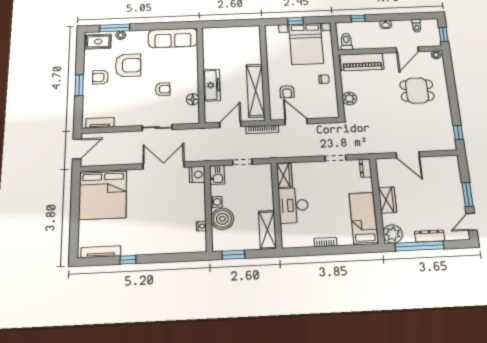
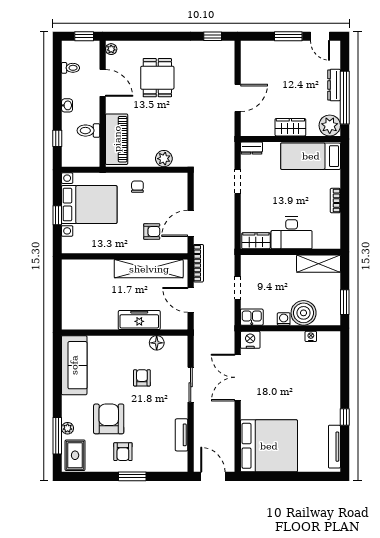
toilet: (346, 42) -> (88, 131), moved
tv unit: (100, 123) -> (182, 435), moved

